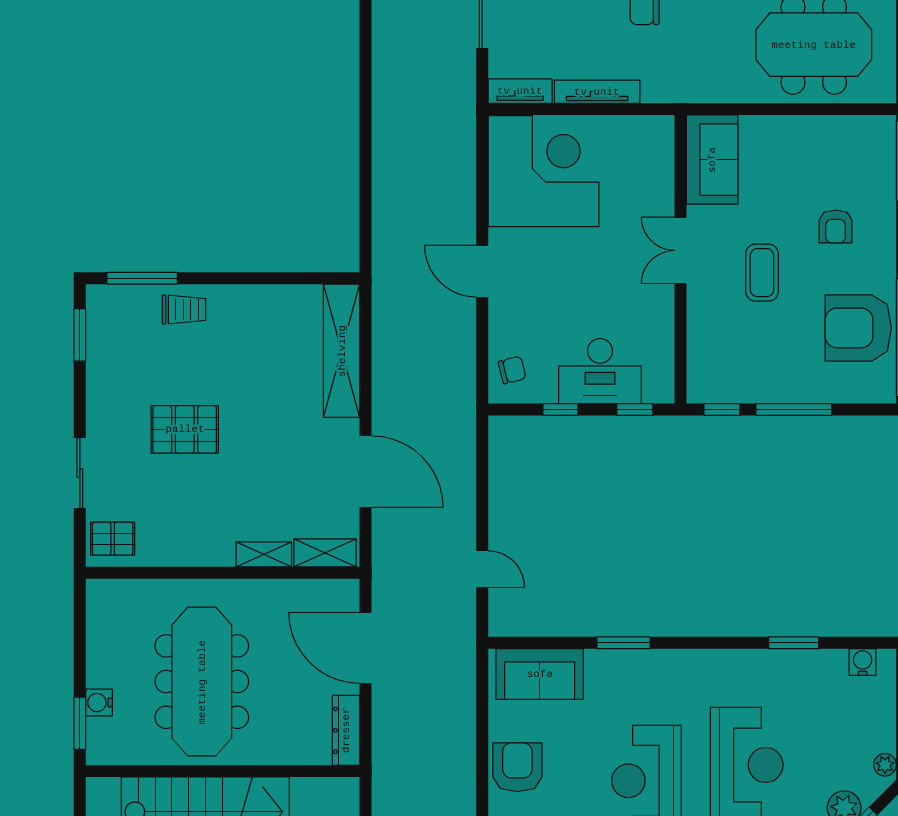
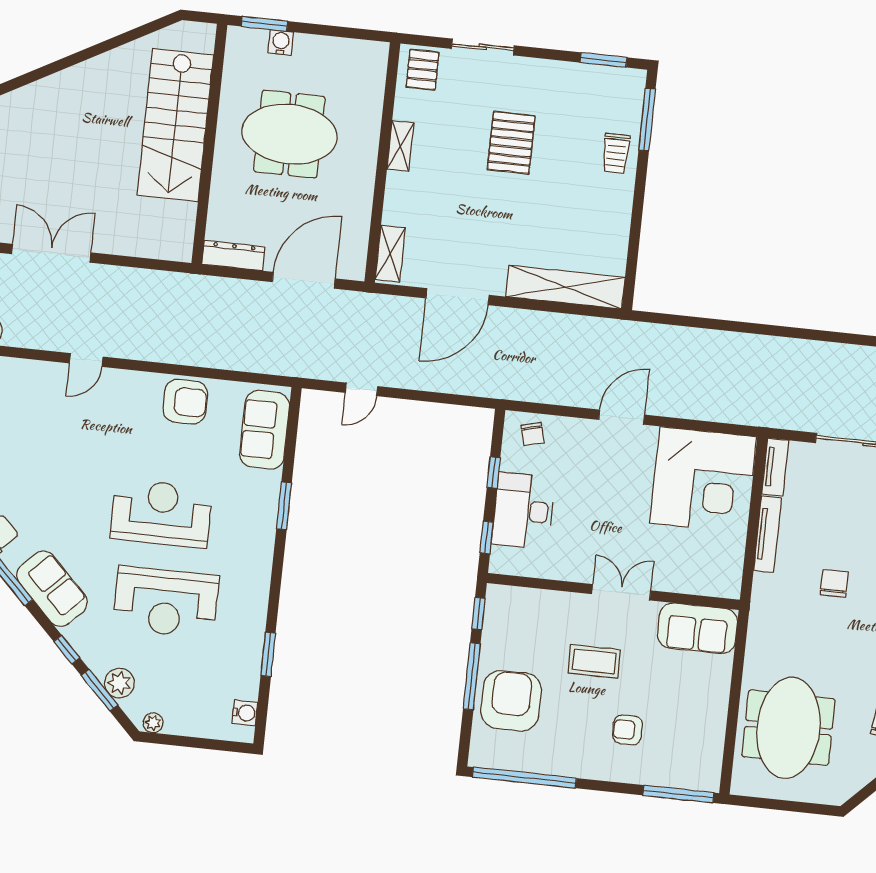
armchair: (858, 328) -> (511, 701), moved
shelving: (264, 554) -> (400, 146), moved
meeting table: (202, 682) -> (289, 134), width x0.73

